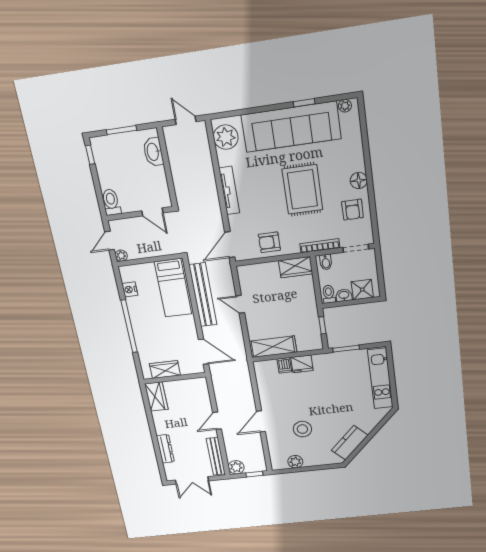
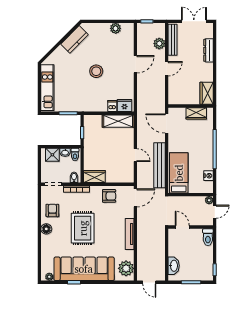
fridge: (302, 364) -> (125, 106), moved
stool: (302, 429) -> (96, 71), moved
plant: (236, 467) -> (159, 44), moved

